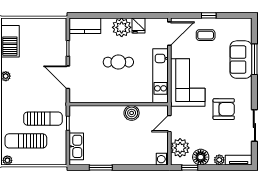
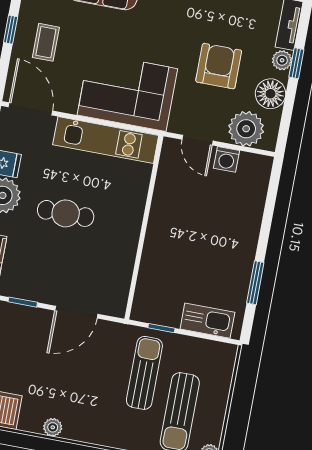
cafe table: (118, 62) -> (66, 213), turned 90
armchair: (224, 109) -> (219, 66), moved
boiler: (132, 113) -> (165, 207), removed
washing machine: (162, 159) -> (227, 159), moved
window: (190, 168) -> (296, 63), moved

